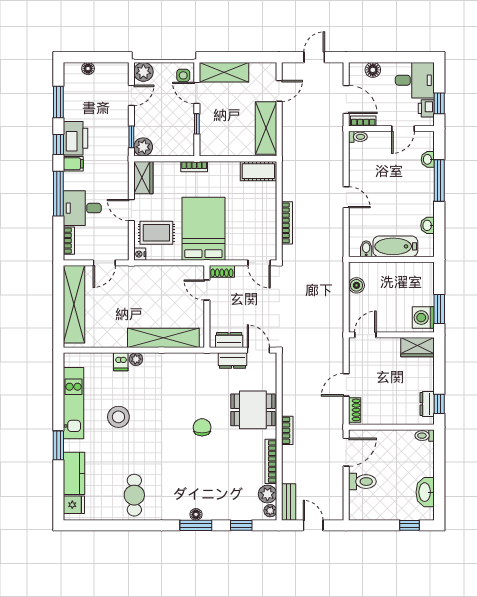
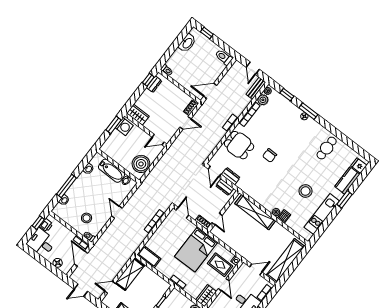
door: (403, 129) -> (65, 224), removed
stool: (380, 159) -> (87, 218), added
boiler: (356, 285) -> (141, 164), width x1.86, depth x1.86
toilet: (362, 482) -> (224, 57), moved

